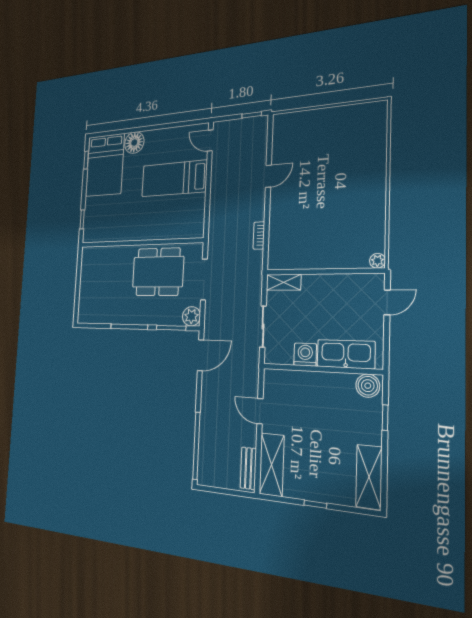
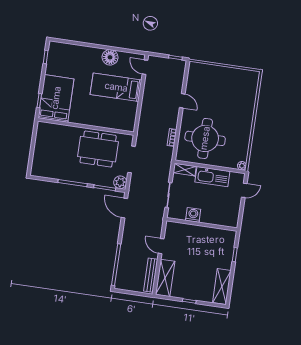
floor lamp: (134, 143) -> (110, 57), moved
bed: (105, 165) -> (56, 98), moved, turned 180
door: (268, 176) -> (182, 101), hinge flipped
round table: (310, 227) -> (205, 138), added
kitchen sink: (346, 354) -> (212, 177), moved, turned 180
door: (200, 355) -> (124, 208), swing flipped
boiler: (368, 386) -> (228, 236), removed
bench: (248, 468) -> (151, 275), width x1.36

